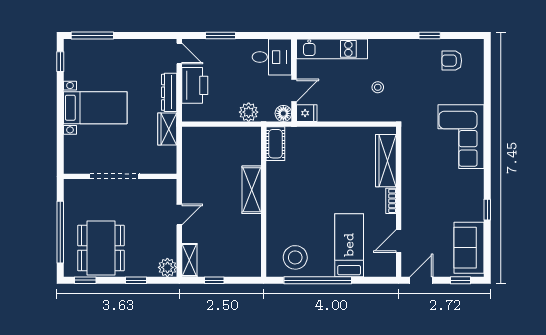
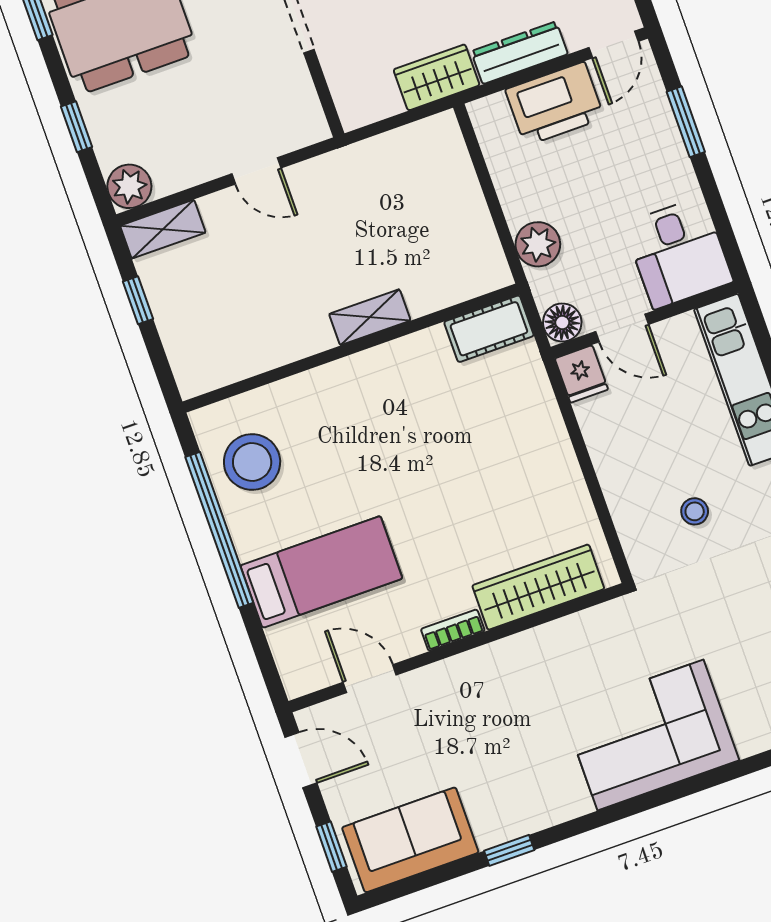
shelving: (252, 190) -> (370, 317), width x0.67, depth x0.75

